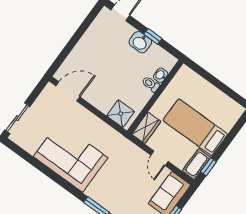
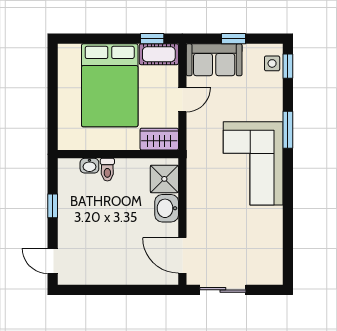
washbasin: (140, 42) -> (167, 208), moved, turned 180
sliding door: (17, 118) -> (223, 290), moved
bed: (195, 127) -> (110, 85), width x1.50
corner sofa: (71, 157) -> (253, 163), moved

